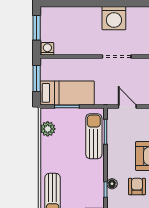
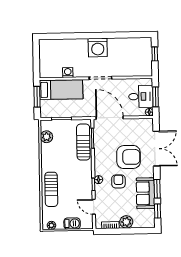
window: (37, 28) -> (36, 56), removed
washing machine: (47, 49) -> (68, 72), moved
bed: (67, 93) -> (61, 90), moved
door: (127, 106) -> (110, 118), width x1.88

